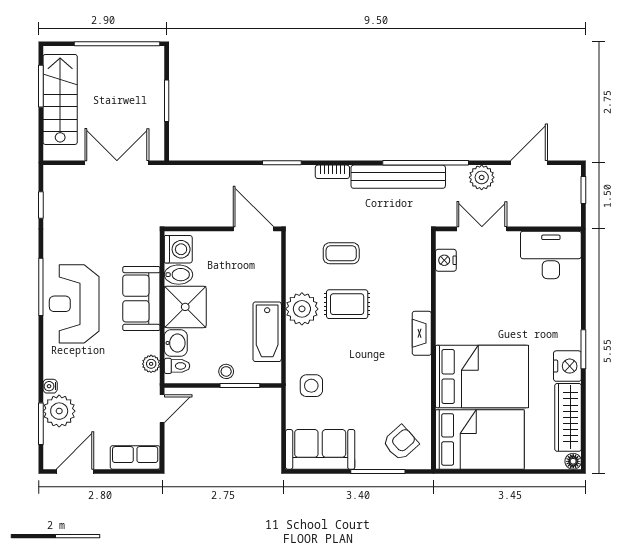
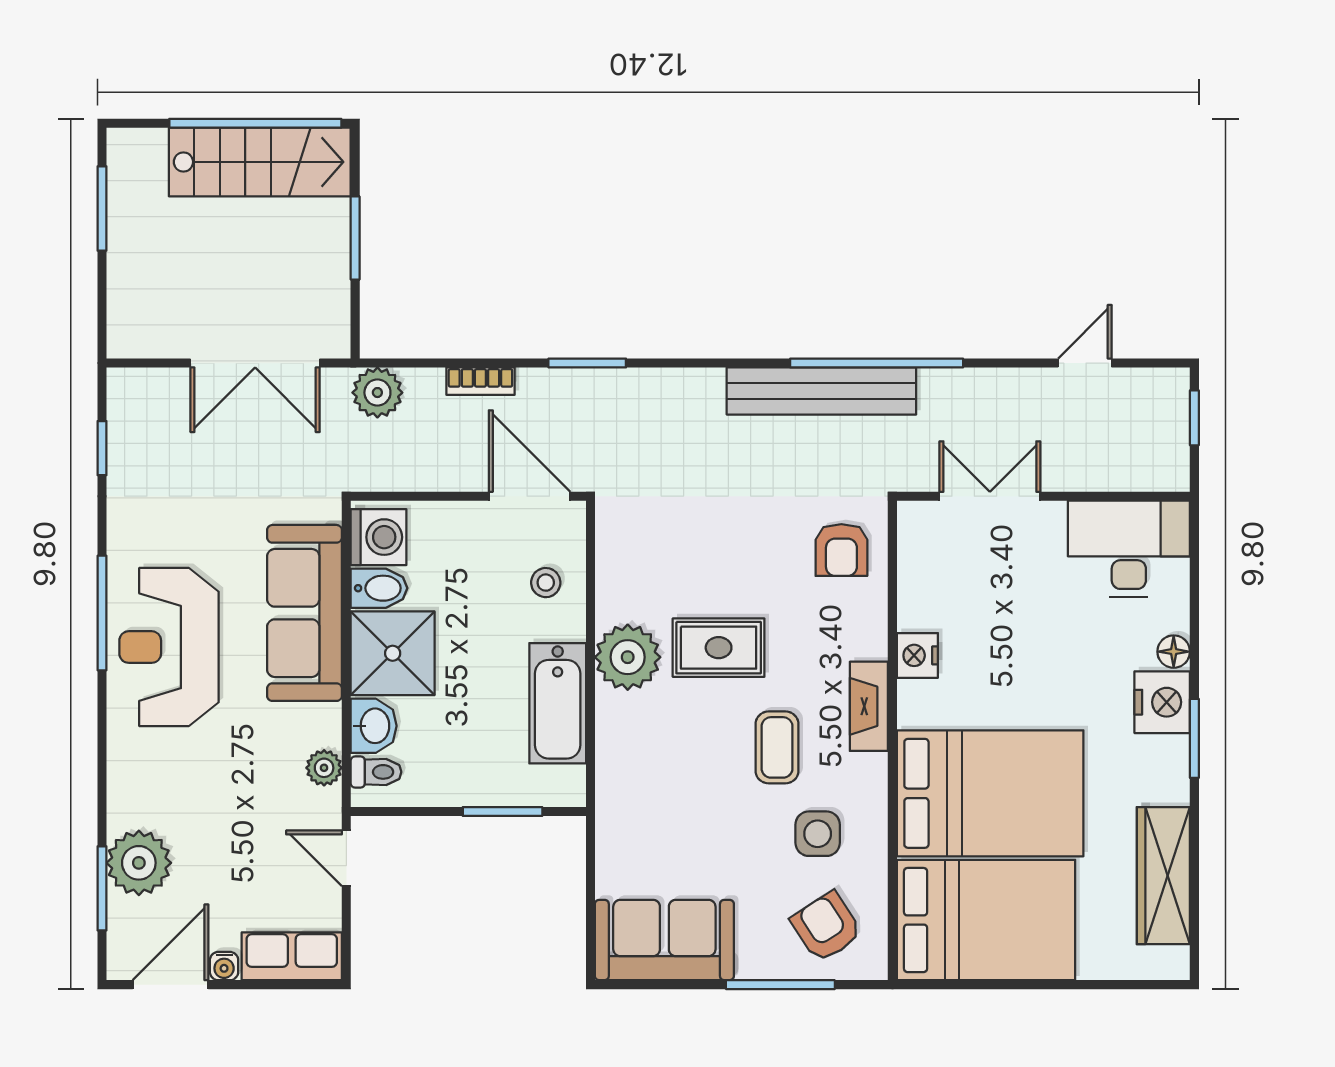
stairs: (60, 99) -> (260, 162), moved, turned 90
double door: (117, 163) -> (255, 363), swing flipped
door: (529, 163) -> (1085, 363), width x0.73
bookcase: (332, 172) -> (480, 381), moved
plant: (482, 177) -> (377, 393), moved
coffee table: (341, 253) -> (777, 747), moved, turned 90
armchair: (408, 256) -> (841, 550), added
nightstand: (446, 260) -> (917, 655), moved
sofa: (141, 299) -> (304, 613), width x1.36
nightstand: (567, 366) -> (1162, 702), moved
stool: (226, 371) -> (546, 583), moved
water cooler: (50, 386) -> (224, 966), moved, turned -90
side table: (311, 386) -> (818, 834), moved
door: (162, 409) -> (346, 858), swing flipped
armchair: (401, 443) -> (826, 927), turned -81
floor lamp: (573, 461) -> (1174, 652), moved

